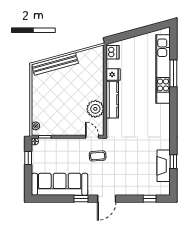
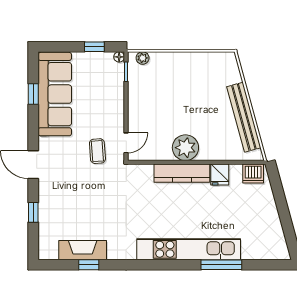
bench: (55, 64) -> (244, 117), moved
kitchen unit: (163, 69) -> (189, 249), moved
plant: (95, 109) -> (185, 148), moved
window: (81, 199) -> (33, 94), moved
window: (150, 199) -> (33, 212), moved

